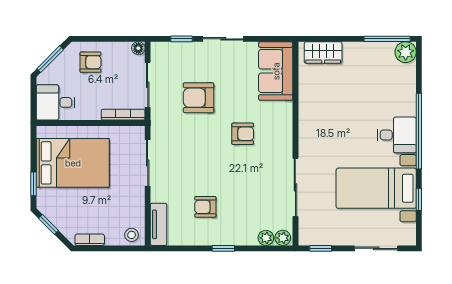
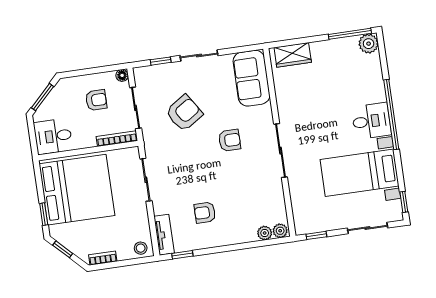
armchair: (90, 62) -> (96, 100), moved
armchair: (199, 98) -> (184, 113), turned 147
bed: (73, 163) -> (77, 190), width x1.36
sliding door: (295, 187) -> (281, 151), moved
window: (419, 199) -> (404, 202), moved
window: (223, 248) -> (182, 255), moved

